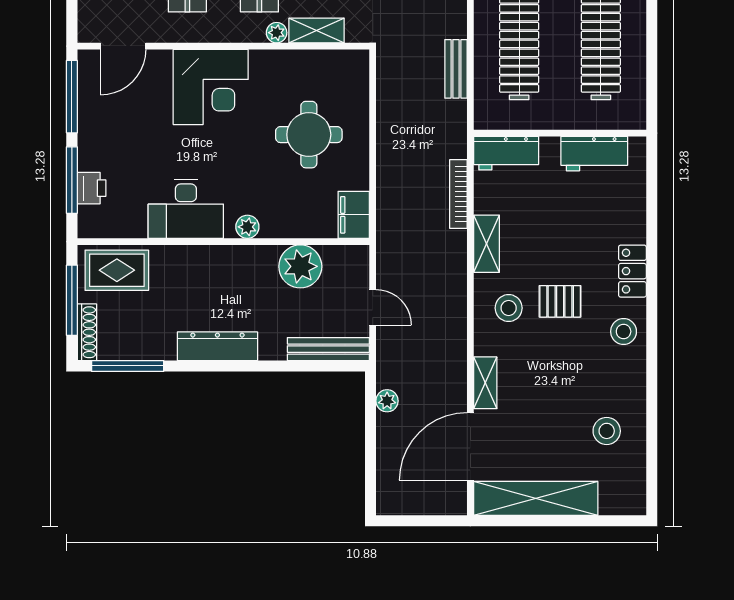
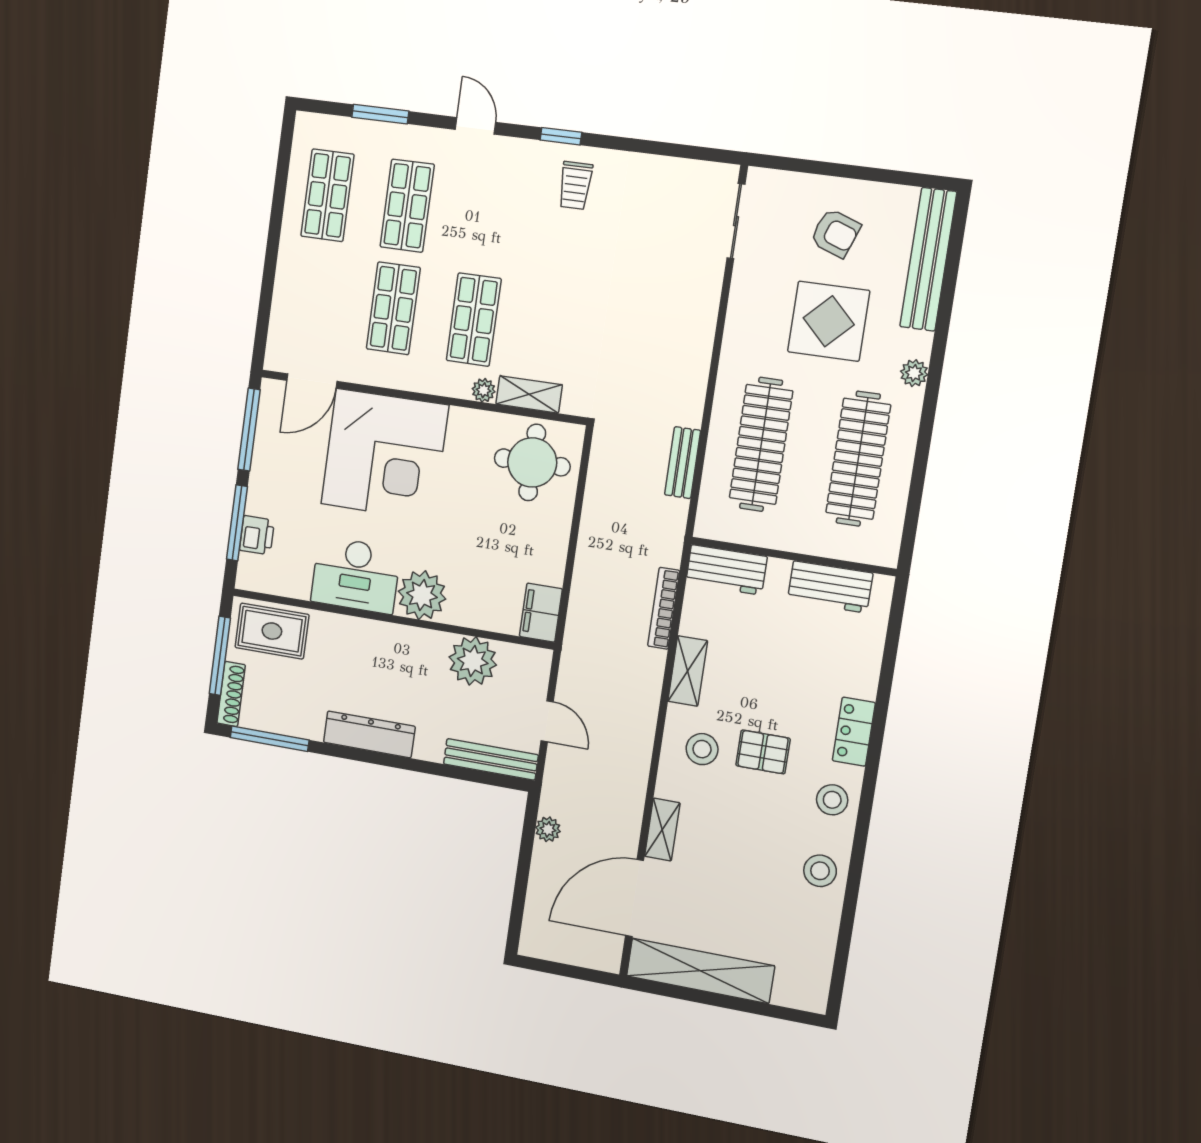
corner desk: (211, 87) -> (385, 455), width x1.36, depth x1.36
round table: (309, 135) -> (532, 462), moved
plant: (247, 227) -> (422, 595), width x1.88, depth x1.88
stool: (607, 431) -> (820, 871), moved

